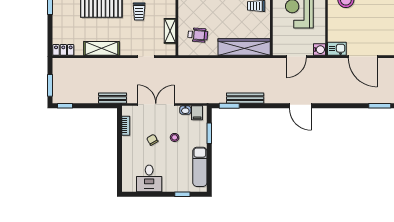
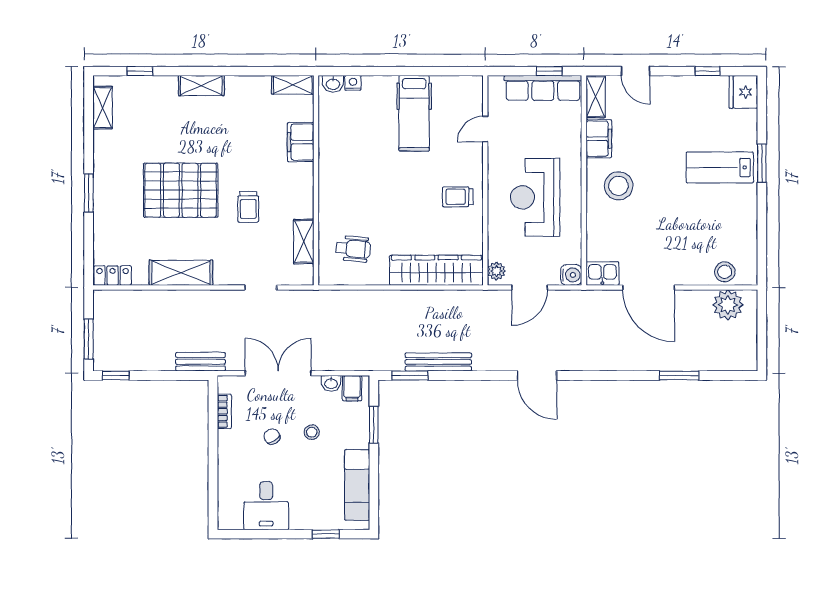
plant: (278, 47) -> (496, 271), added

